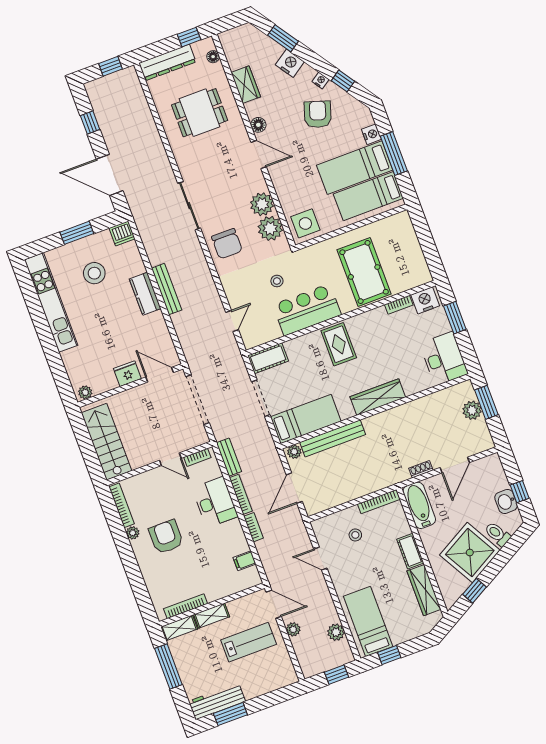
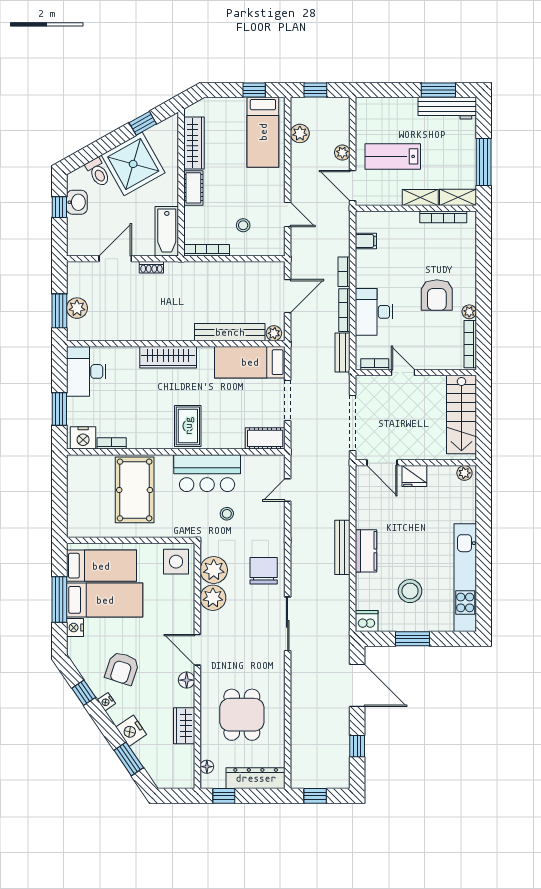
dining table: (200, 113) -> (242, 715), turned 90

